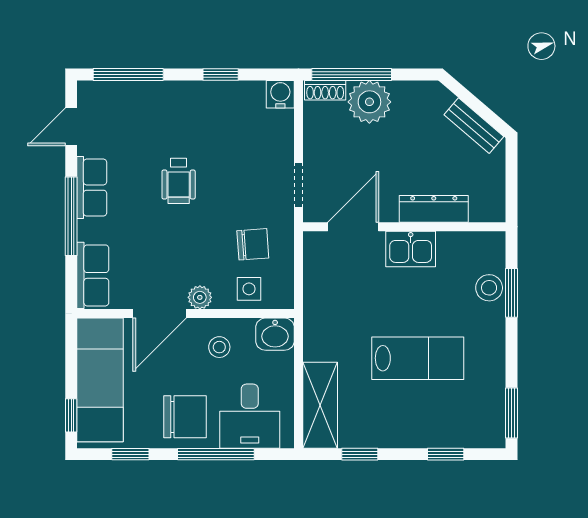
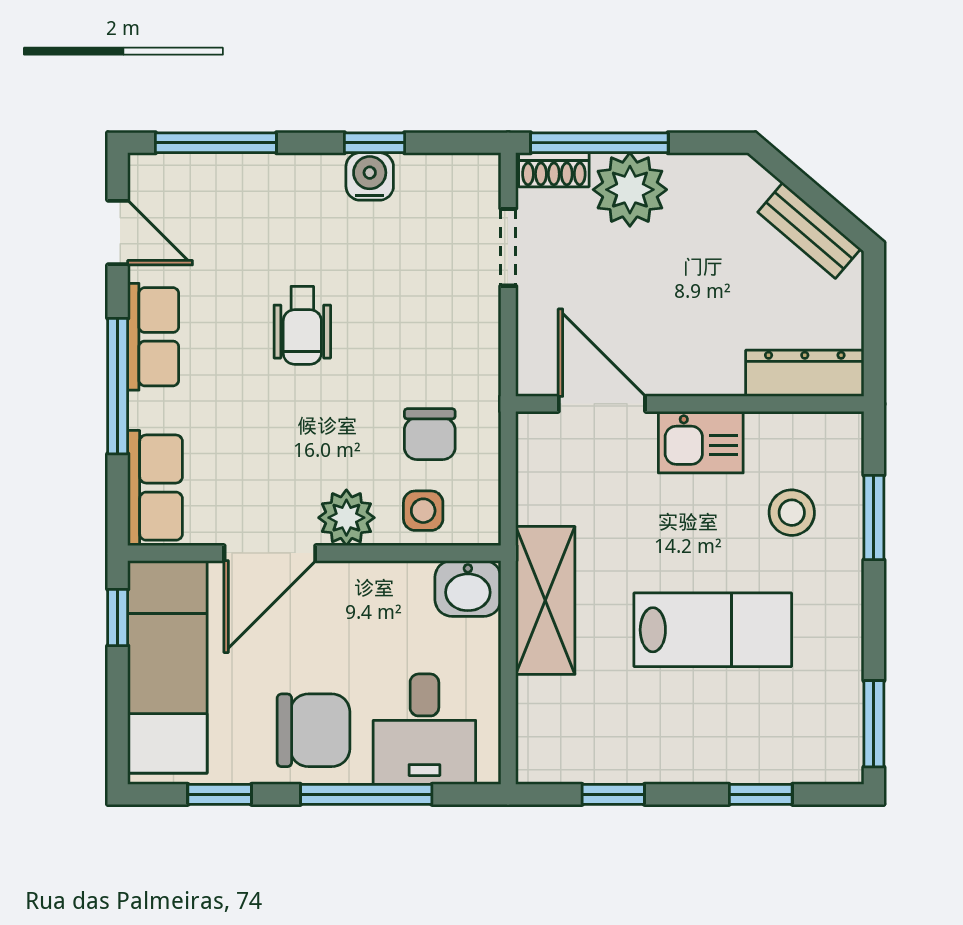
water cooler: (280, 94) -> (370, 176), moved
door: (71, 127) -> (118, 232), swing flipped
doorway: (299, 185) -> (508, 247), moved
dresser: (434, 209) -> (805, 373), moved
door: (353, 227) -> (602, 404), hinge flipped
chair: (253, 244) -> (430, 434), turned 94
stool: (489, 288) -> (792, 513), moved
plant: (200, 297) -> (346, 518), width x1.38, depth x1.38
stool: (219, 347) -> (372, 611), removed
shelving: (320, 405) -> (545, 600), moved
window: (71, 415) -> (118, 618), moved

